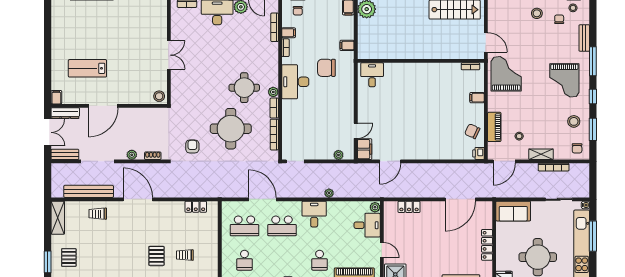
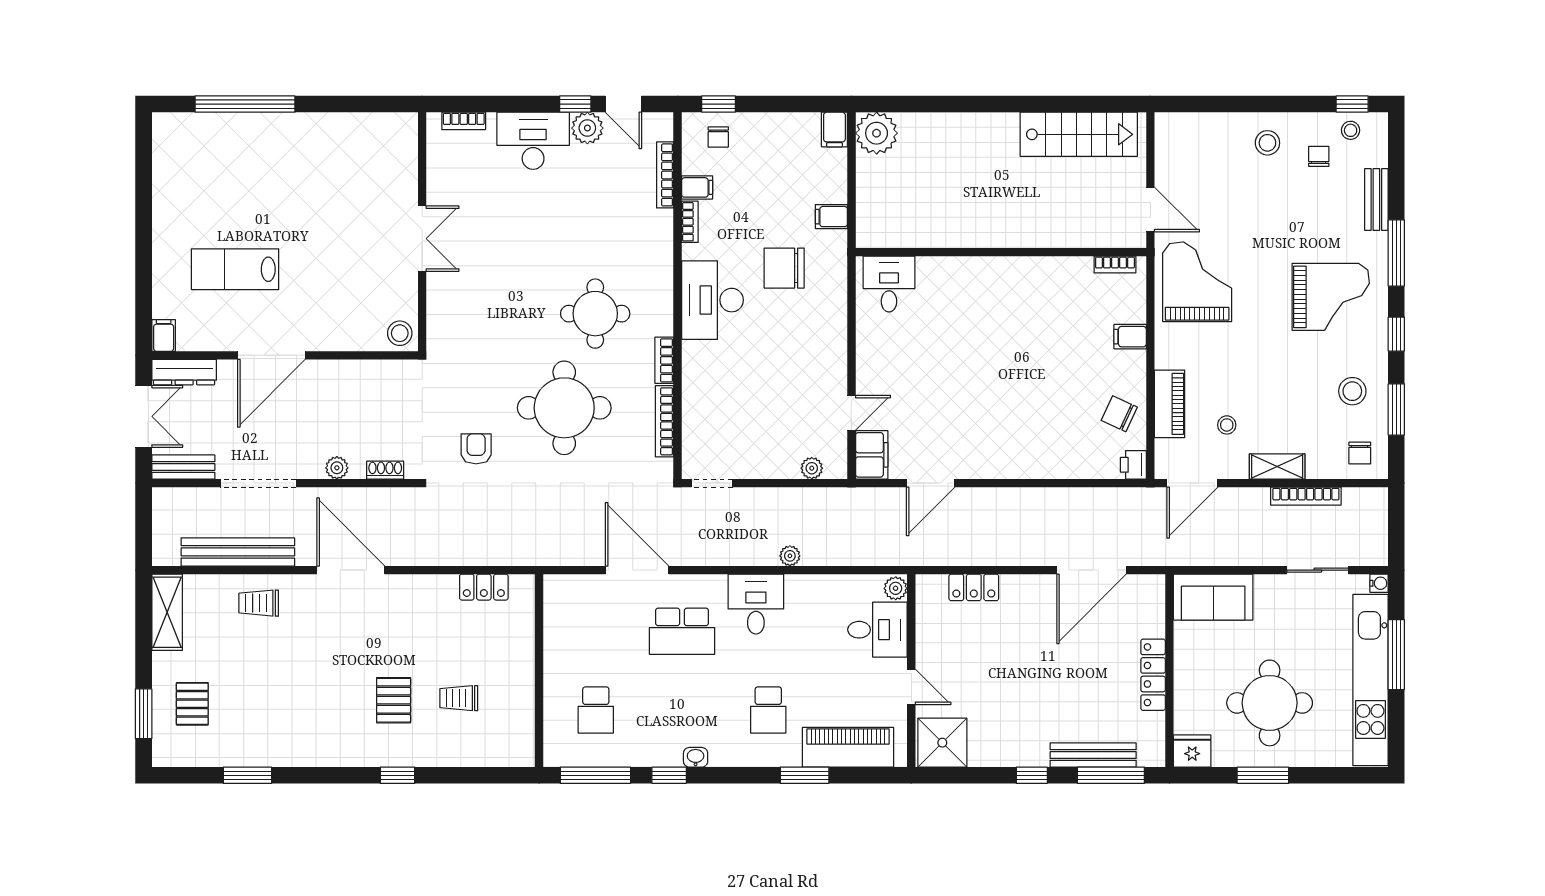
grand piano: (564, 80) -> (1331, 297), turned -90
plant: (273, 92) -> (662, 323), removed
school desk: (244, 226) -> (596, 631), removed

